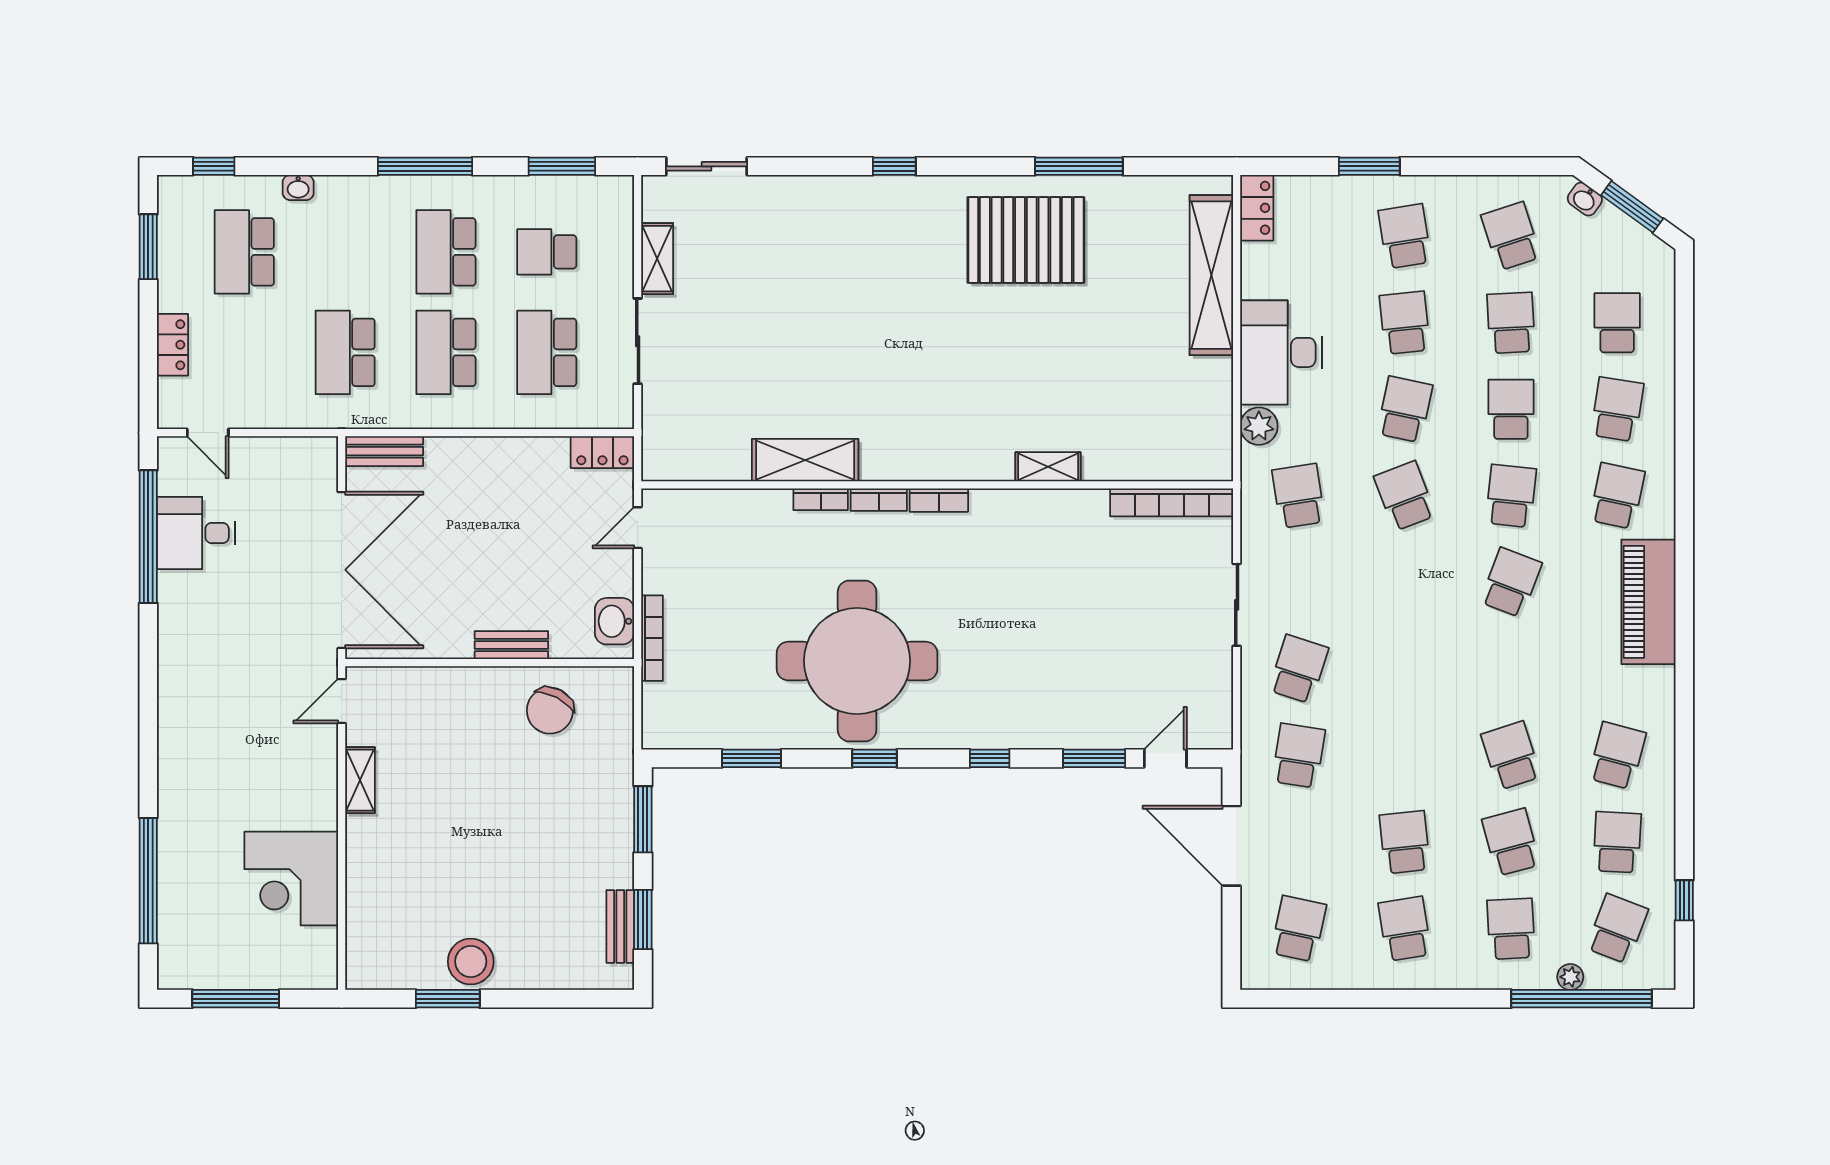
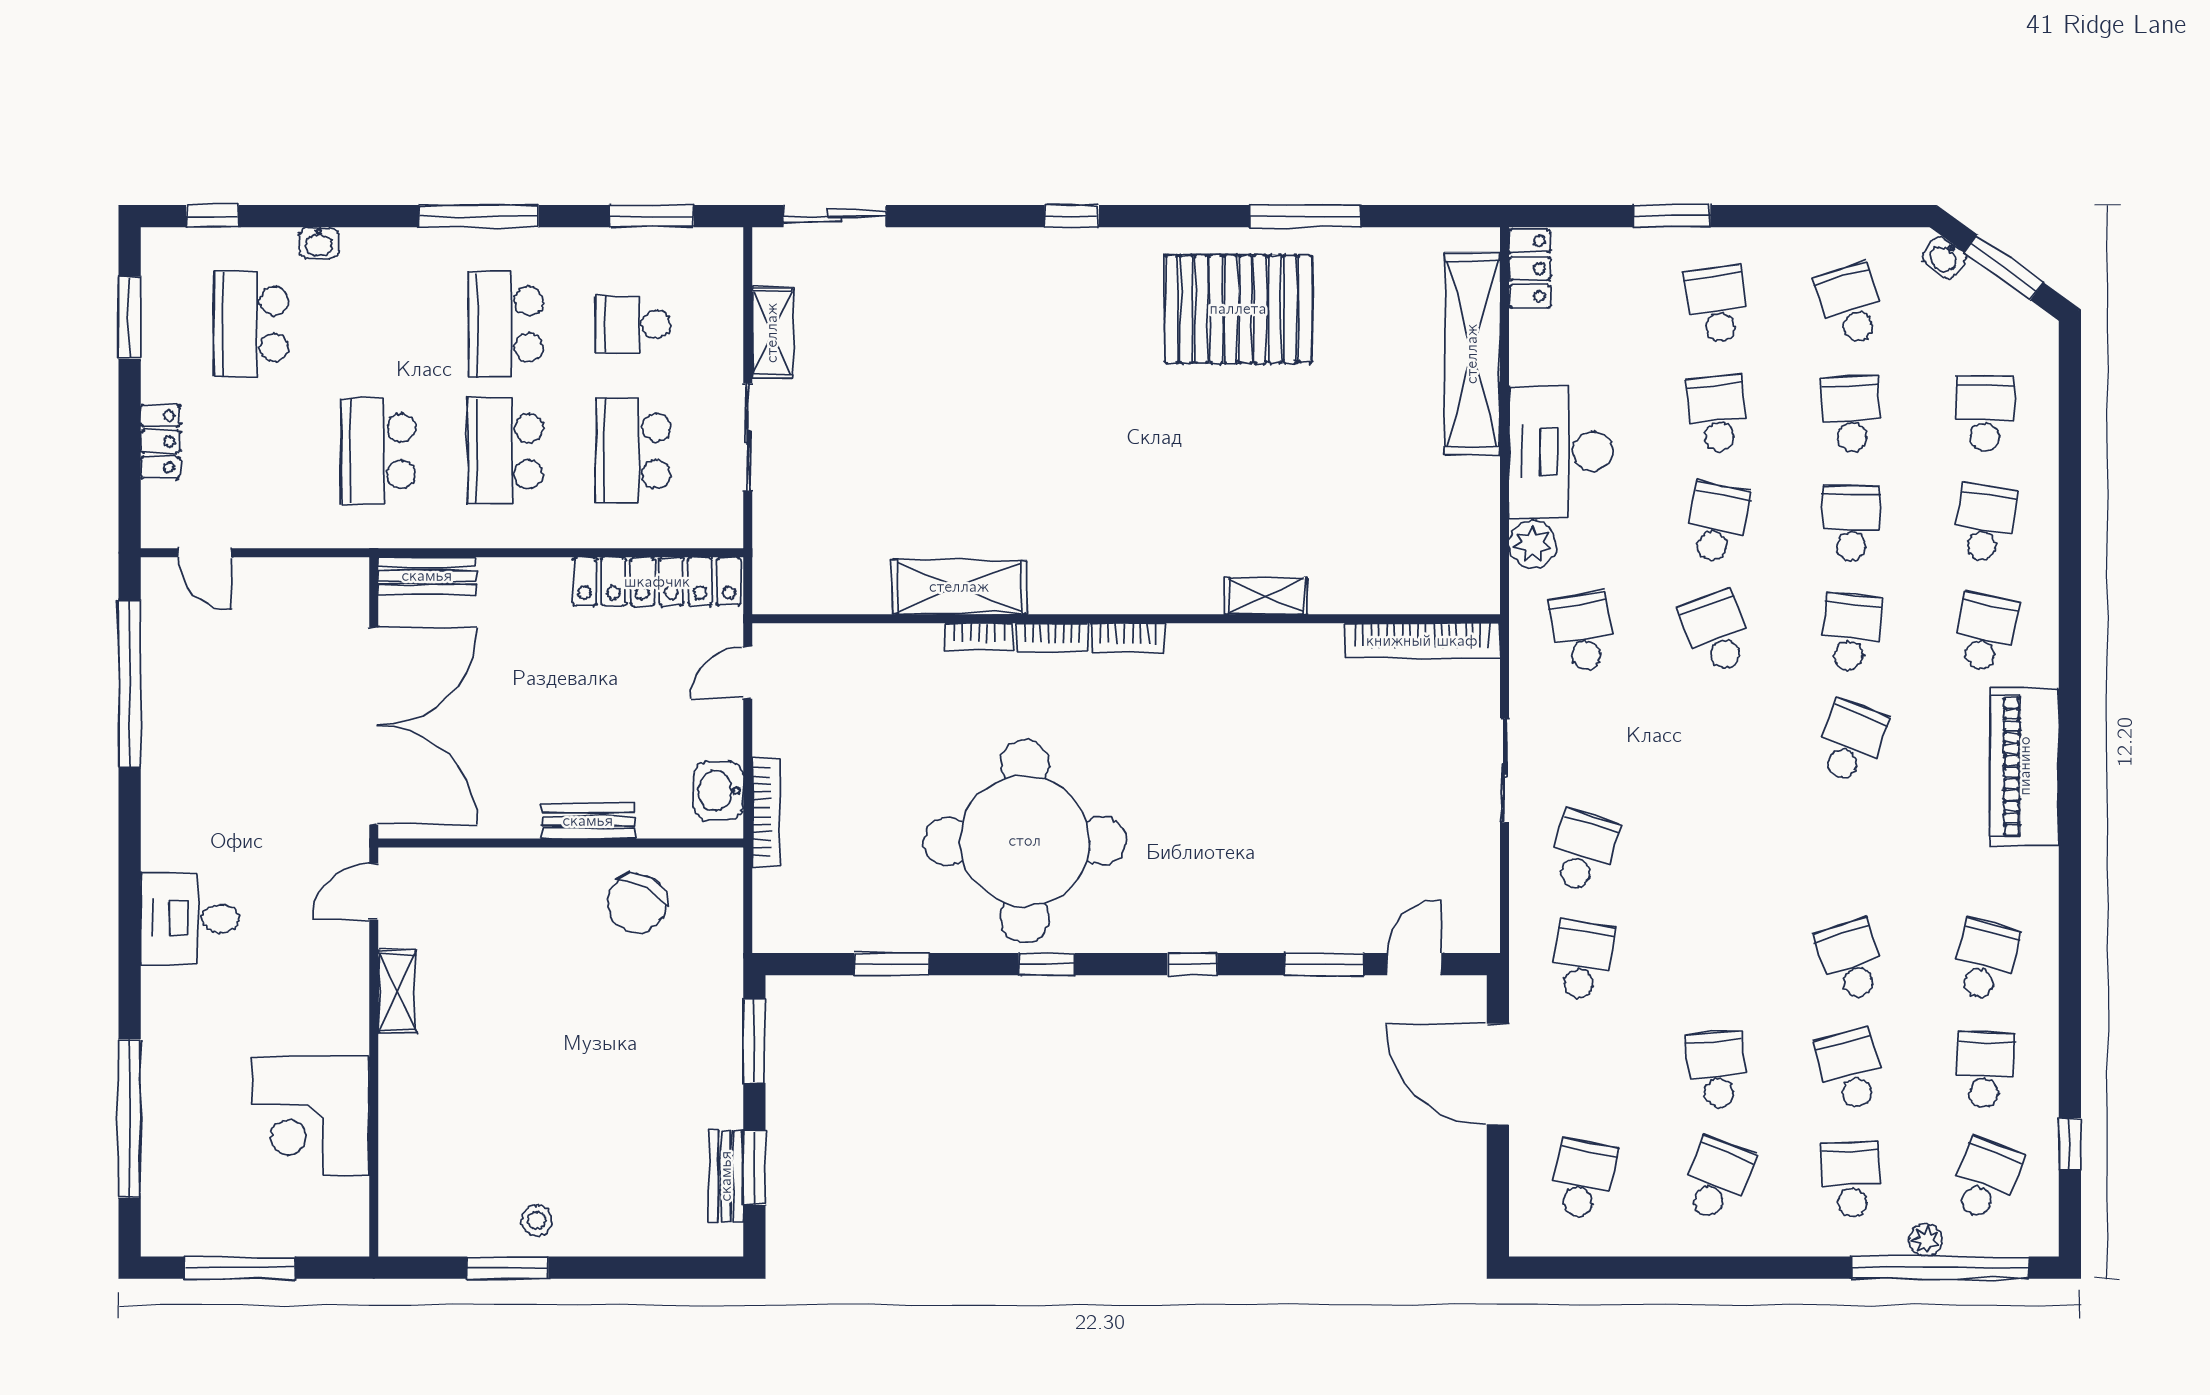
locker: (602, 452) -> (657, 582), width x2.16, depth x1.21
desk: (196, 533) -> (190, 918), moved
school desk: (1405, 929) -> (1717, 1179), turned 30
stool: (471, 962) -> (537, 1221), width x0.53, depth x0.53

